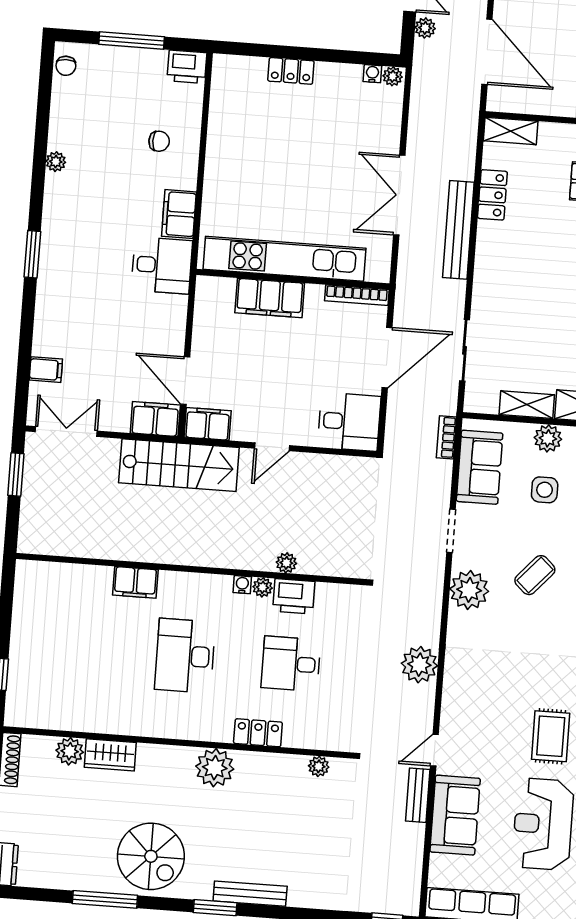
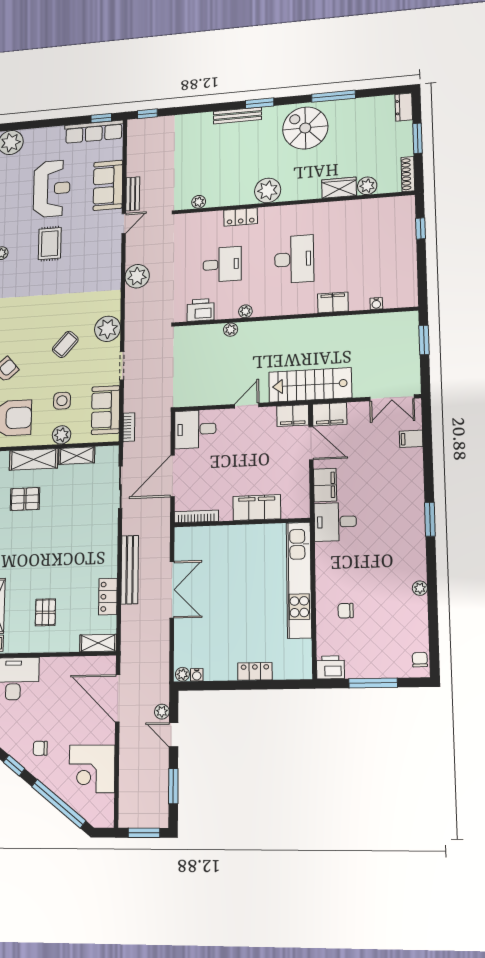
filing cabinet: (179, 214) -> (325, 485), moved
kitchen unit: (285, 259) -> (299, 580), moved, turned 90
window: (16, 475) -> (424, 340), moved
water cooler: (242, 585) -> (376, 303), moved
printer: (294, 596) -> (201, 310), moved

